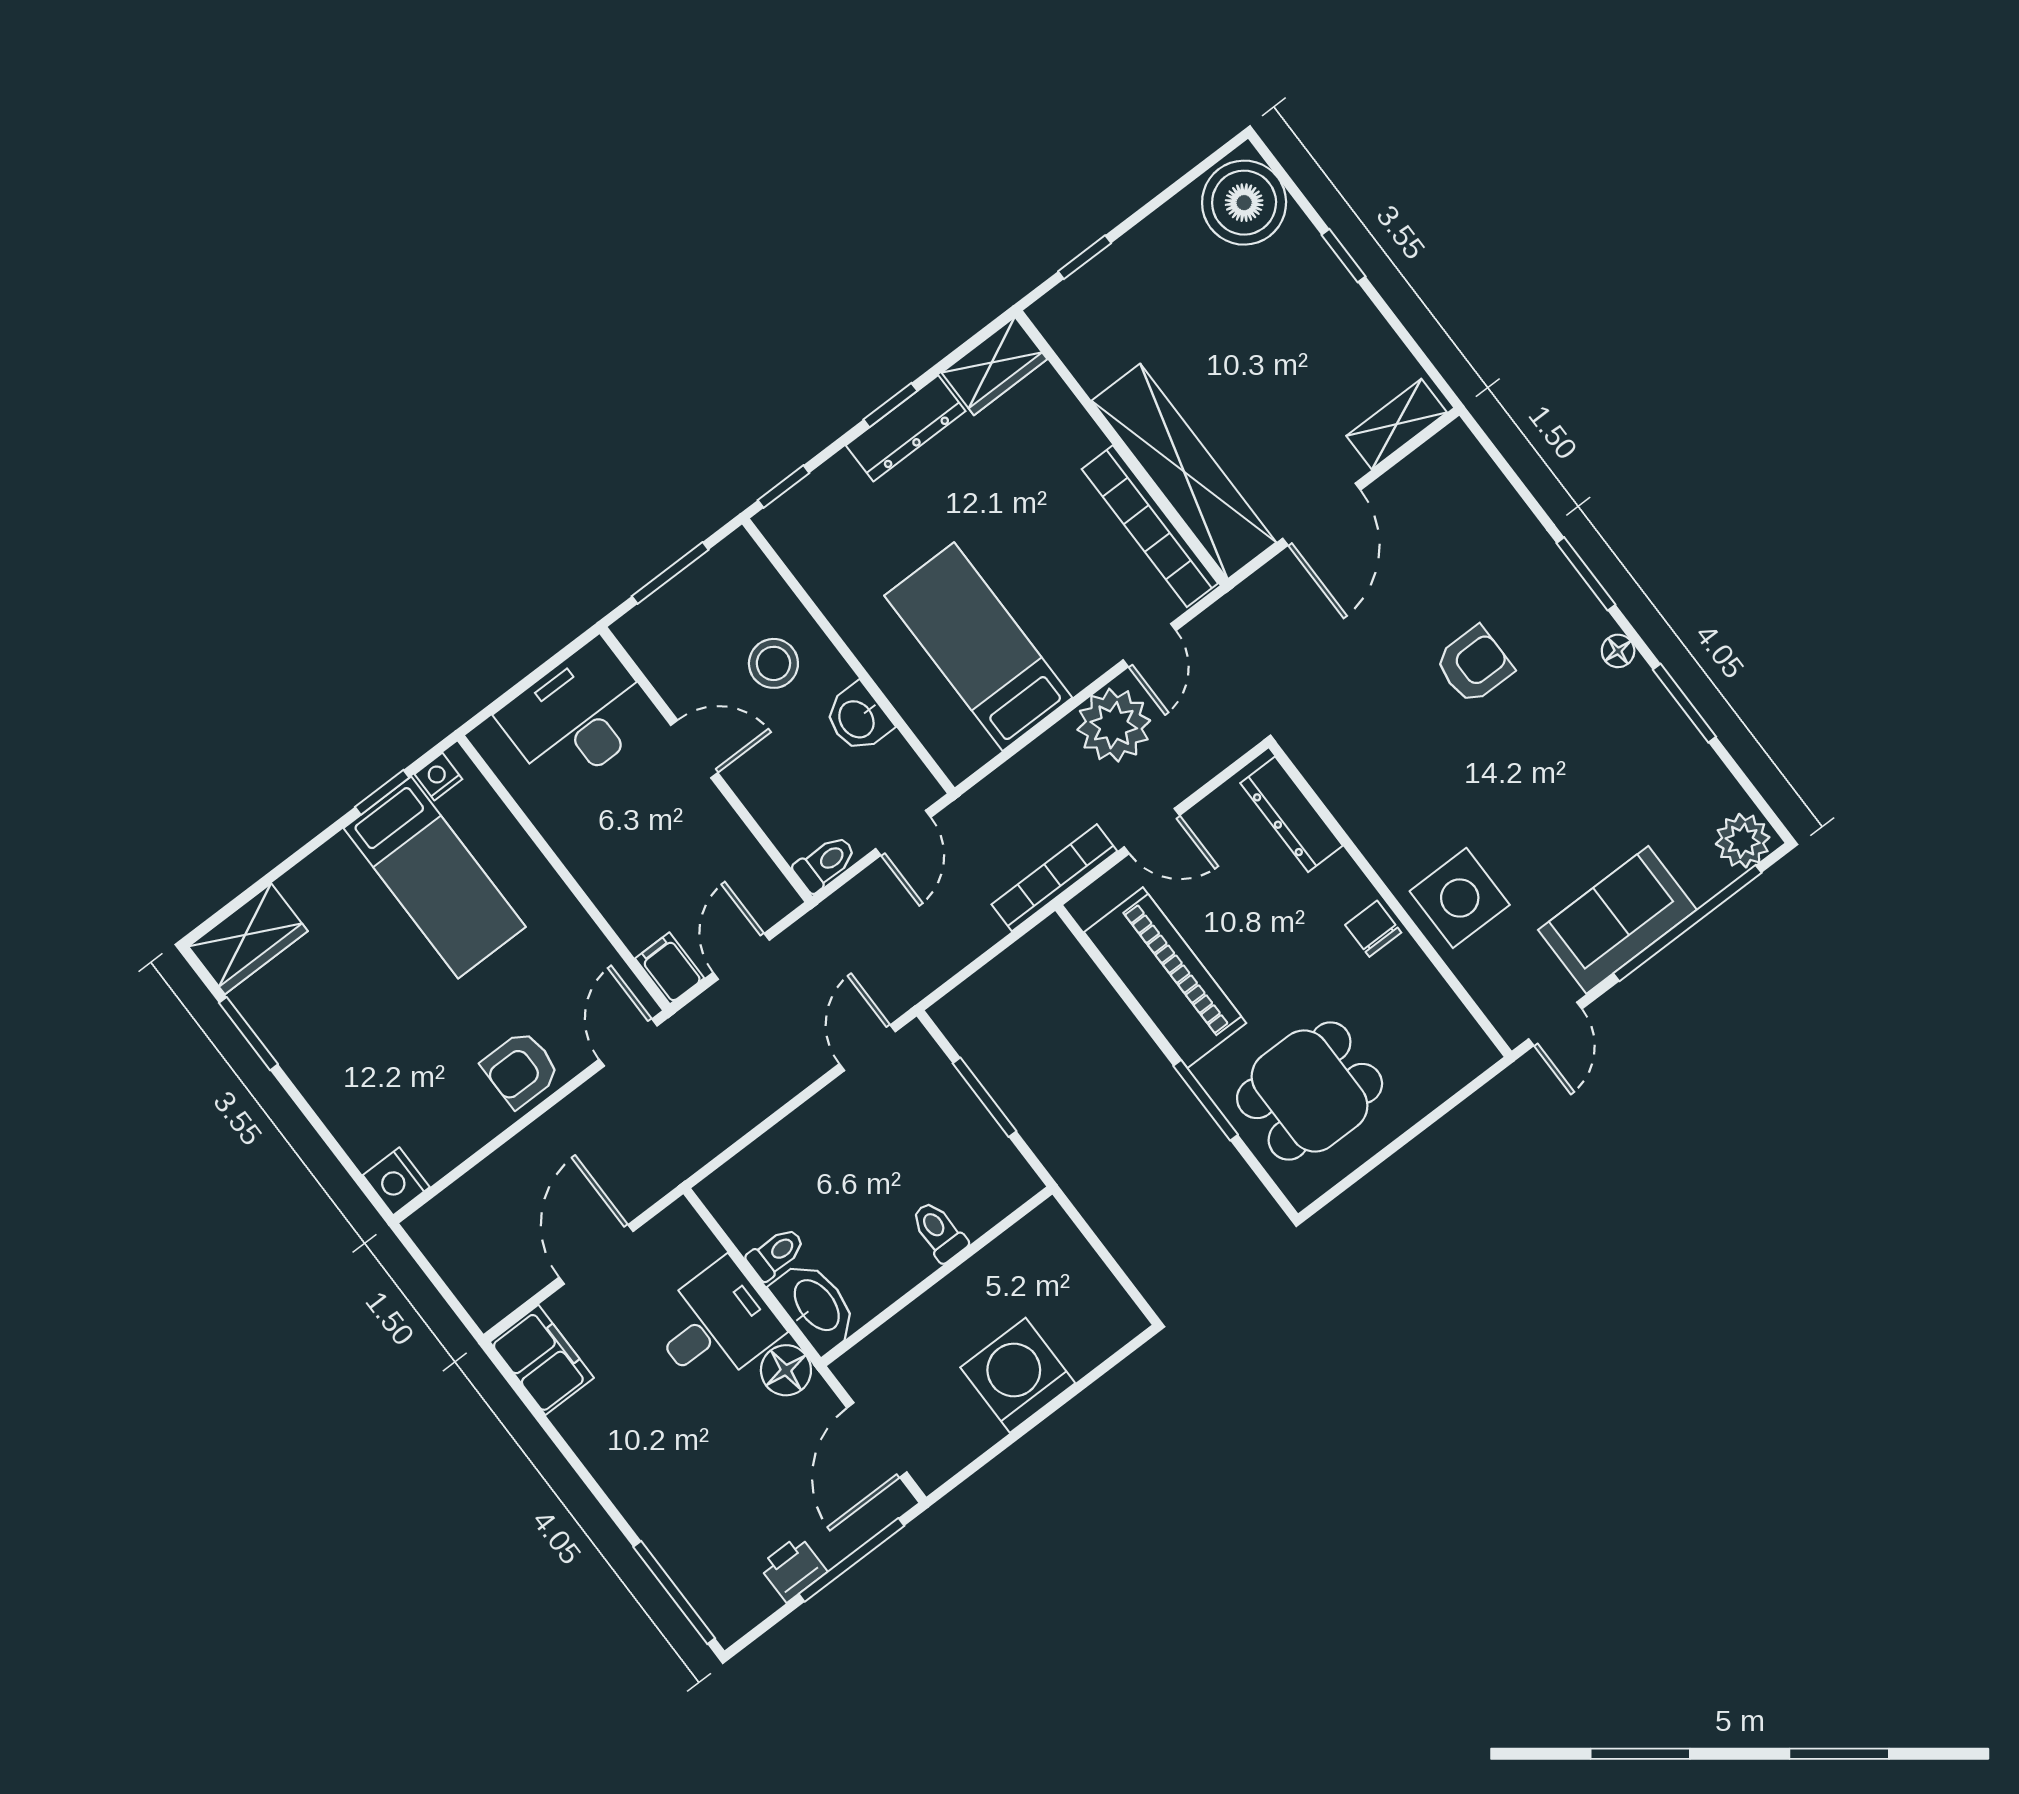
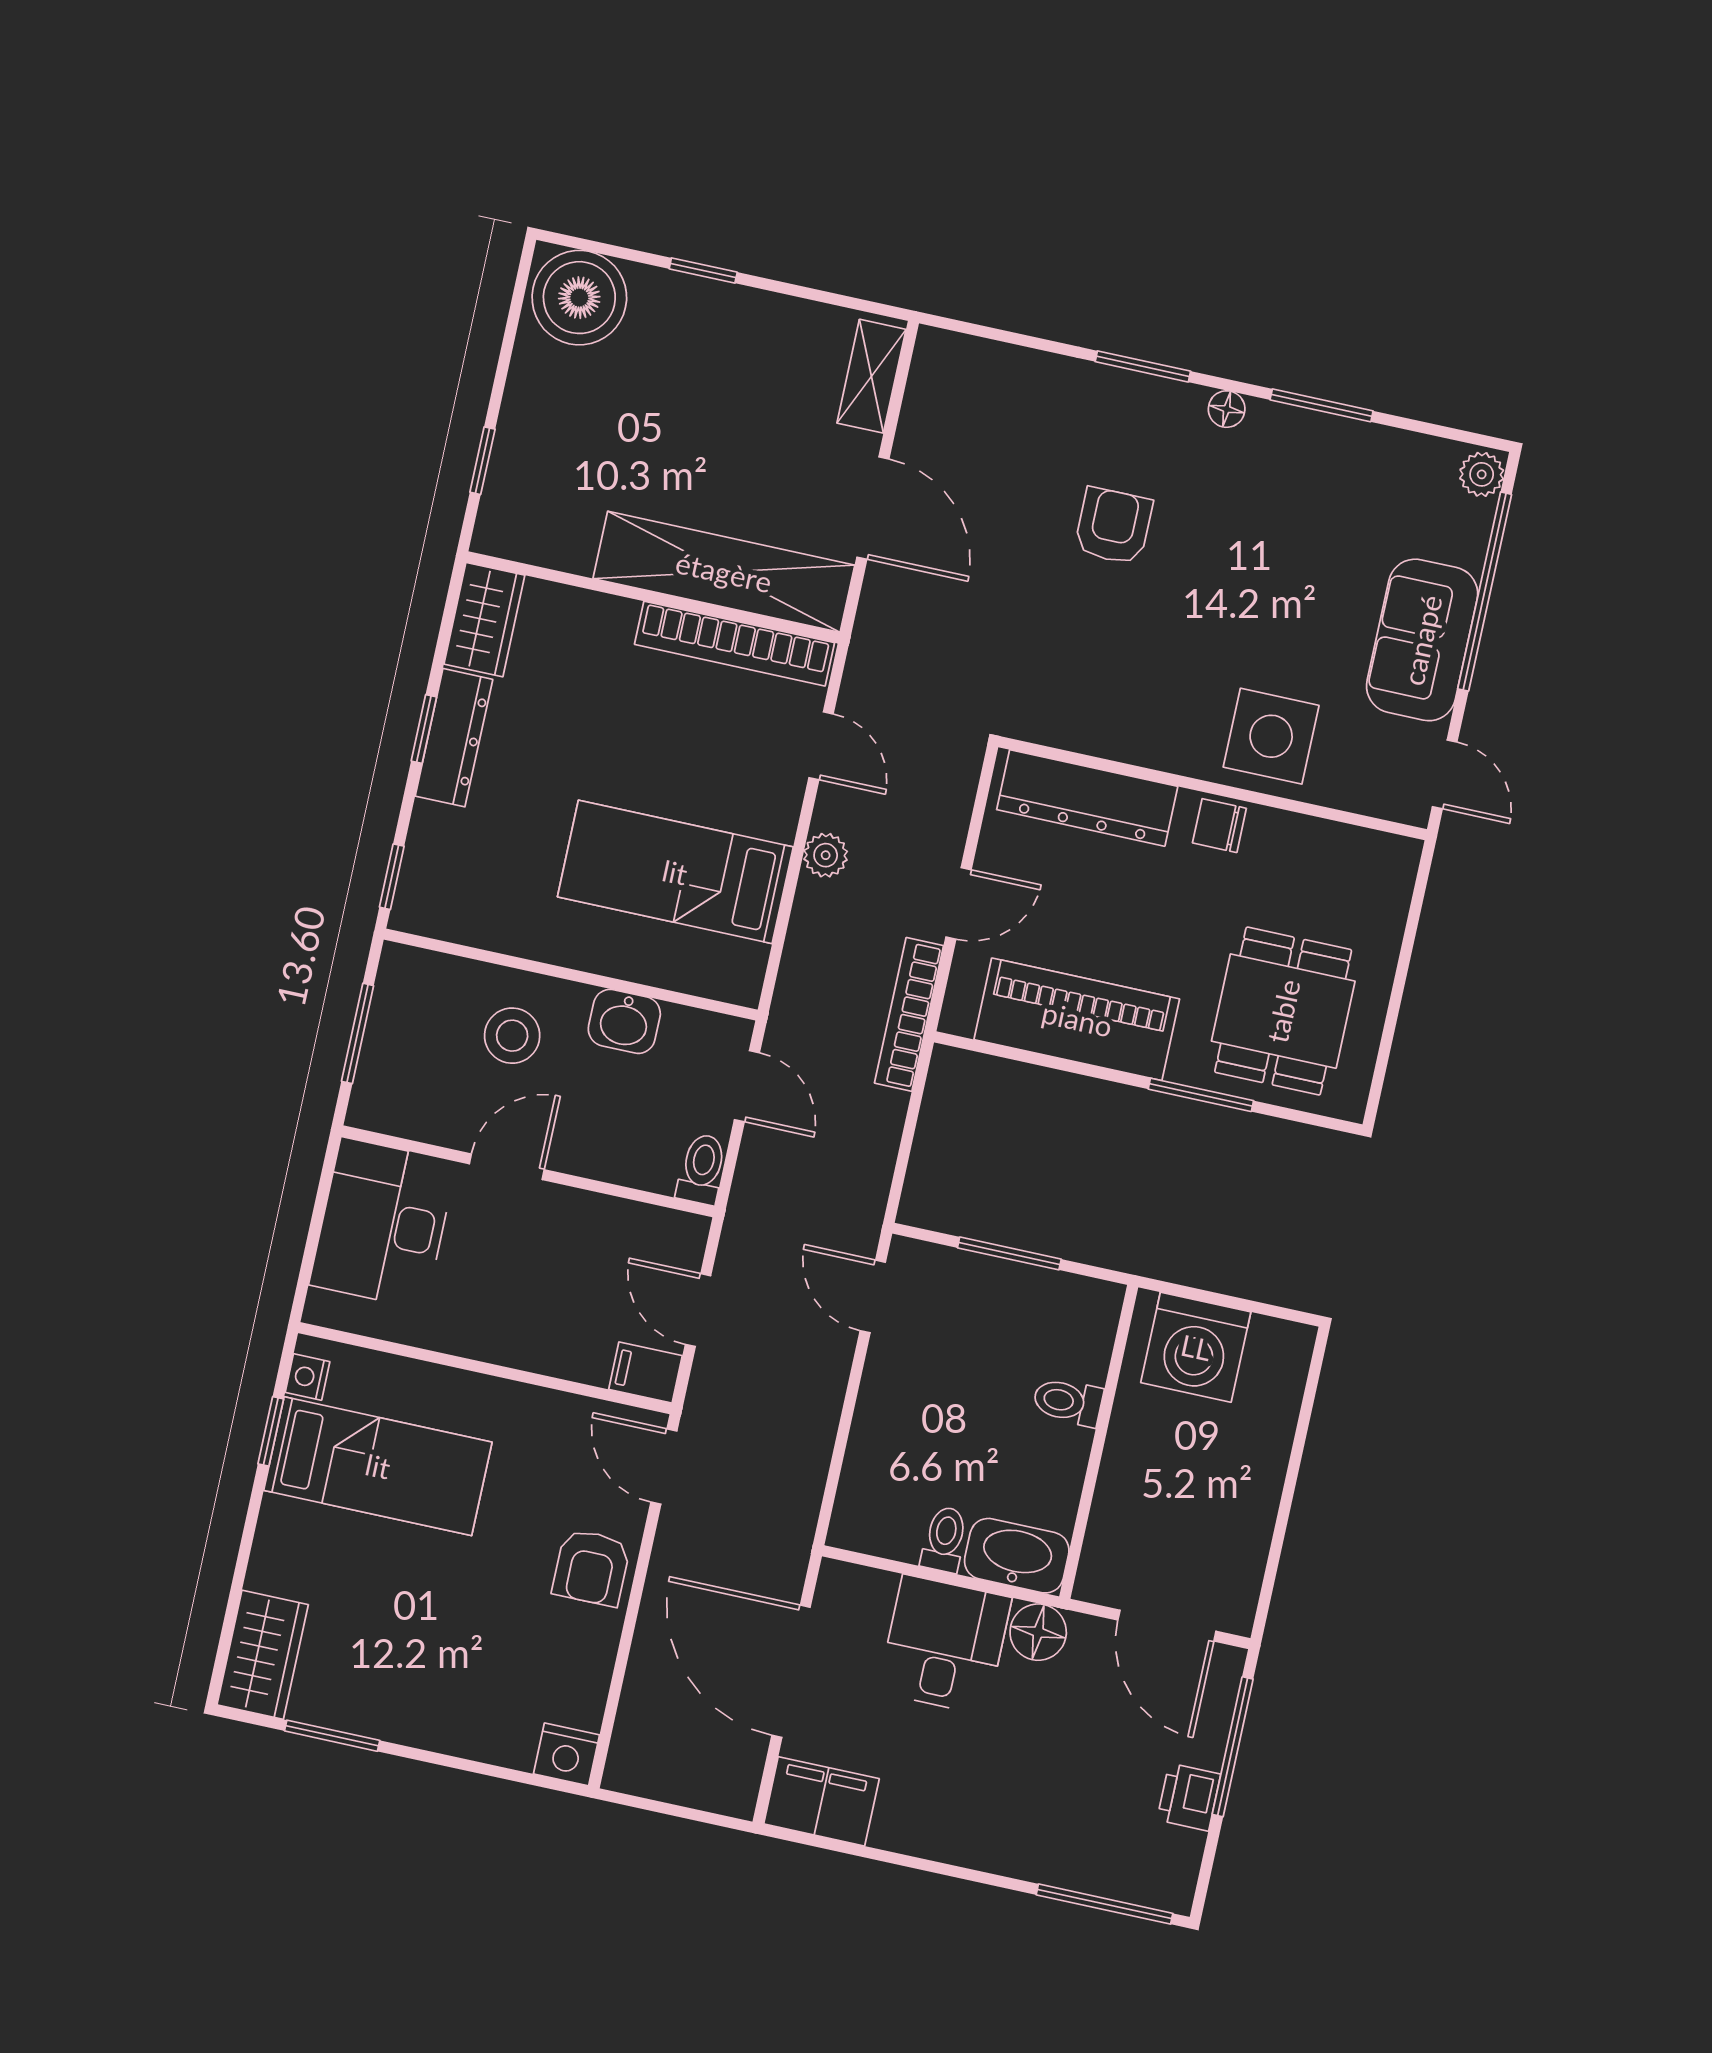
plant: (1114, 725) -> (826, 855), width x0.53, depth x0.53
dresser: (1292, 814) -> (1087, 798), width x1.37, depth x1.24
plant: (1743, 841) -> (1482, 474), width x0.73, depth x0.73
door: (596, 1254) -> (791, 1671), width x1.36
washing machine: (1018, 1375) -> (1196, 1347), moved, turned -90

